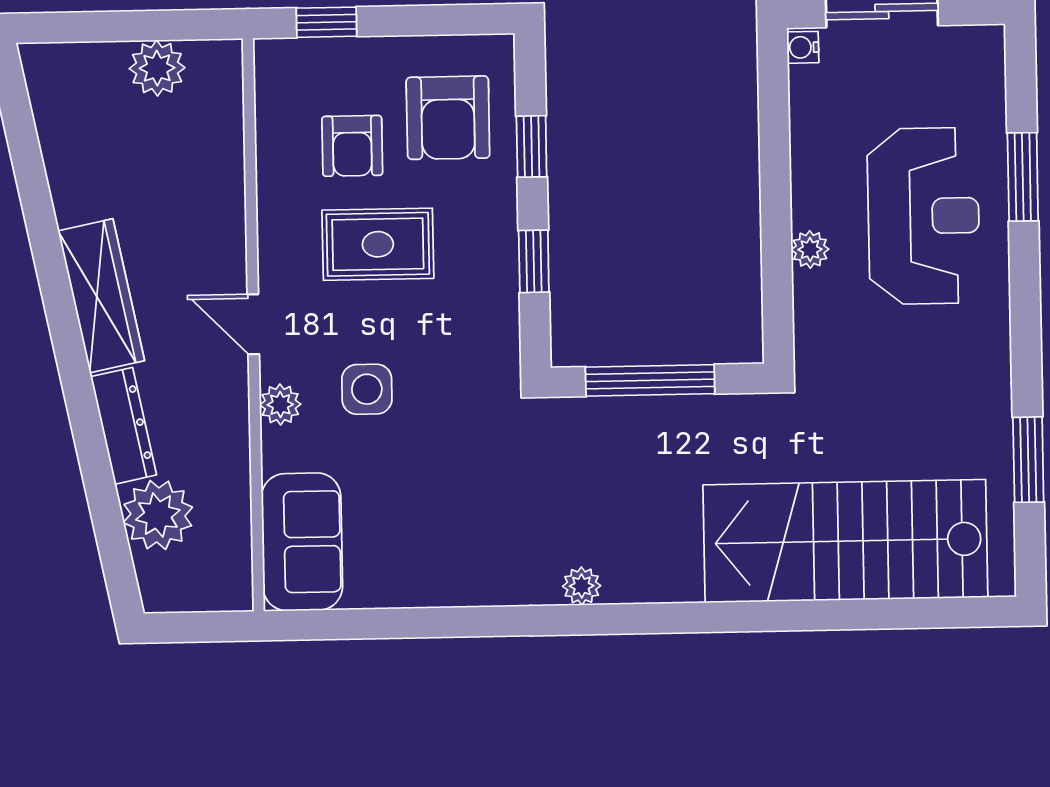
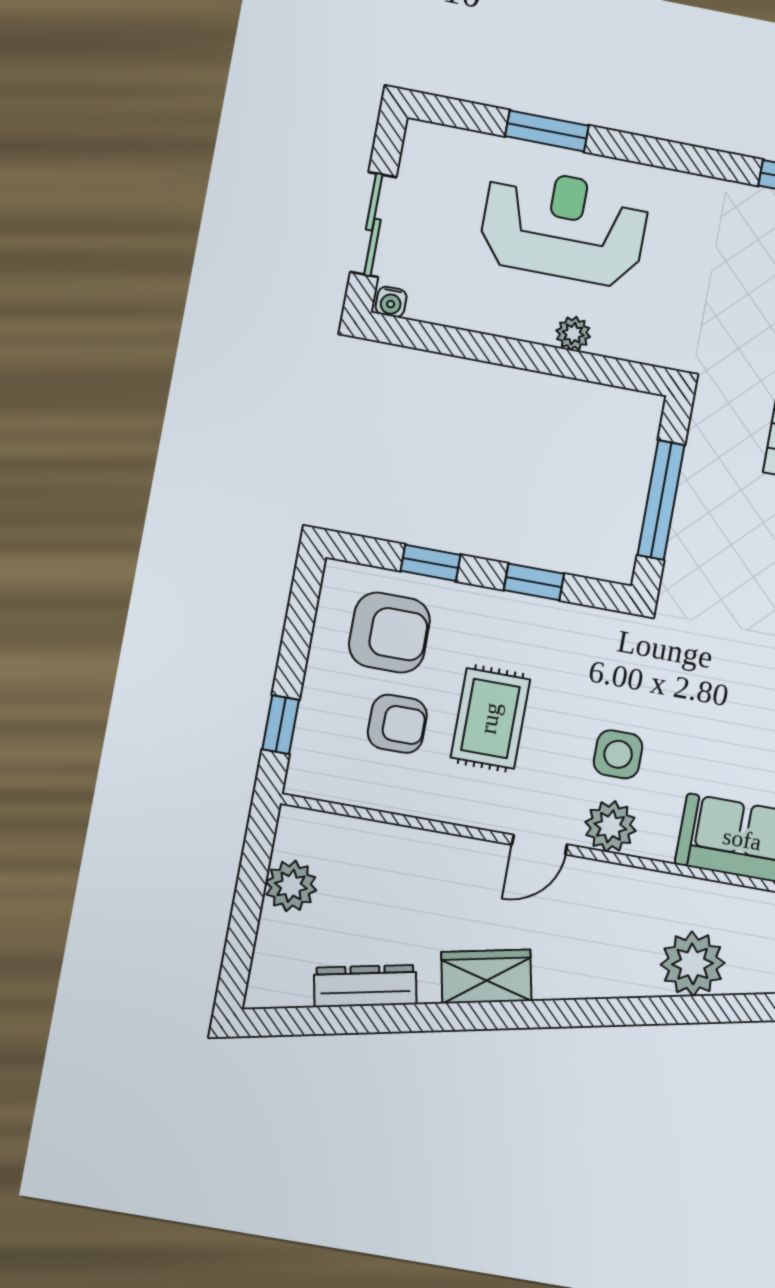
wardrobe: (101, 296) -> (486, 976), width x0.67
plant: (280, 405) -> (610, 826), width x1.38, depth x1.38
dresser: (124, 426) -> (365, 986), moved

